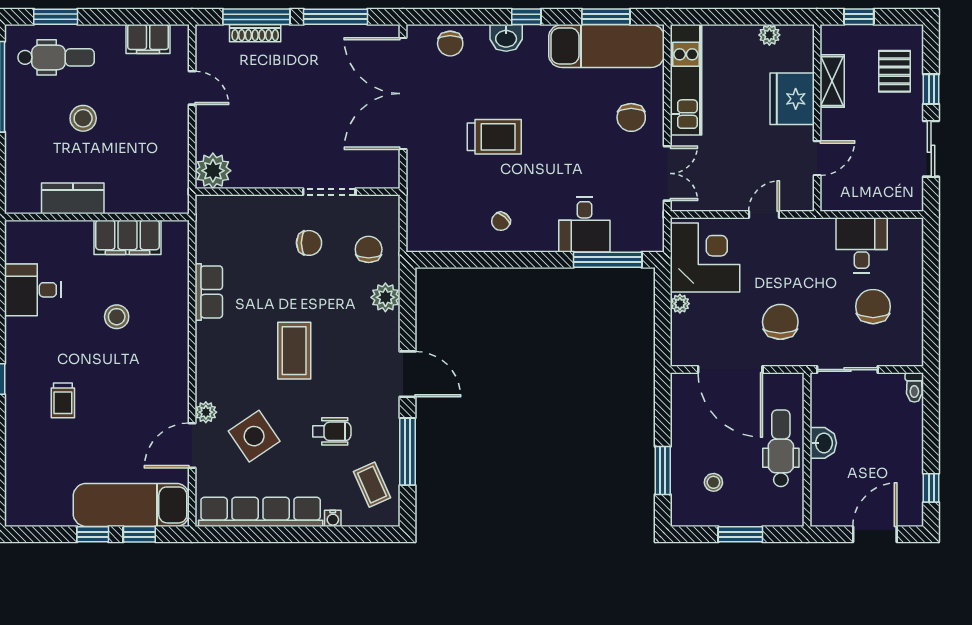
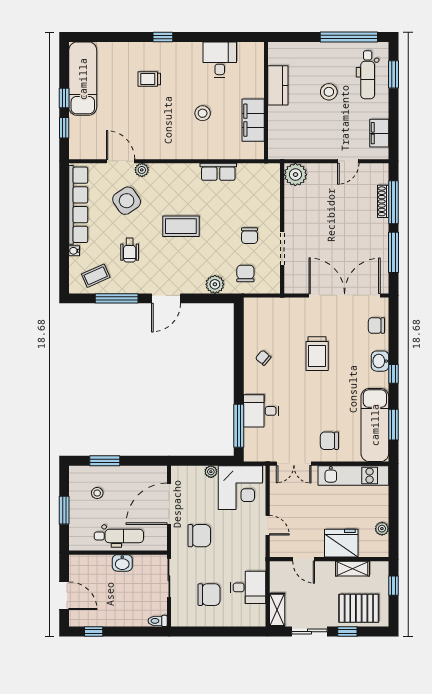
pallet: (895, 71) -> (359, 608), width x1.50, depth x1.42
shelving: (897, 200) -> (277, 610), added
chair: (369, 249) -> (245, 274), turned -90
exam couch: (131, 505) -> (83, 79), moved

